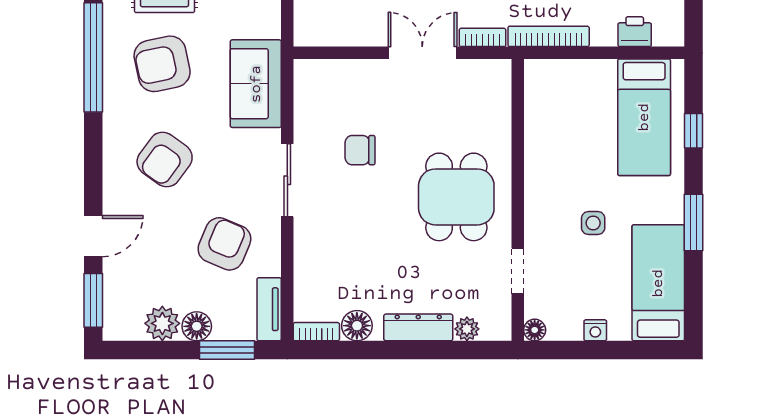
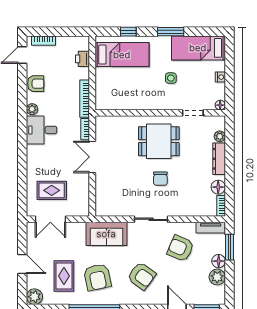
chair: (360, 150) -> (160, 179), moved

